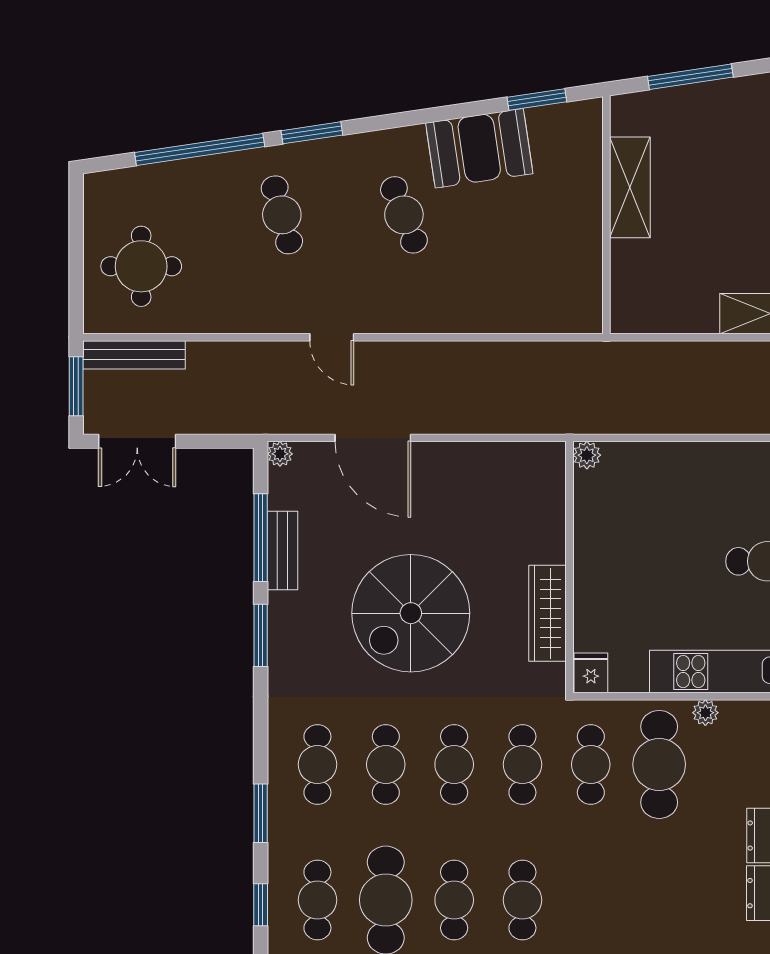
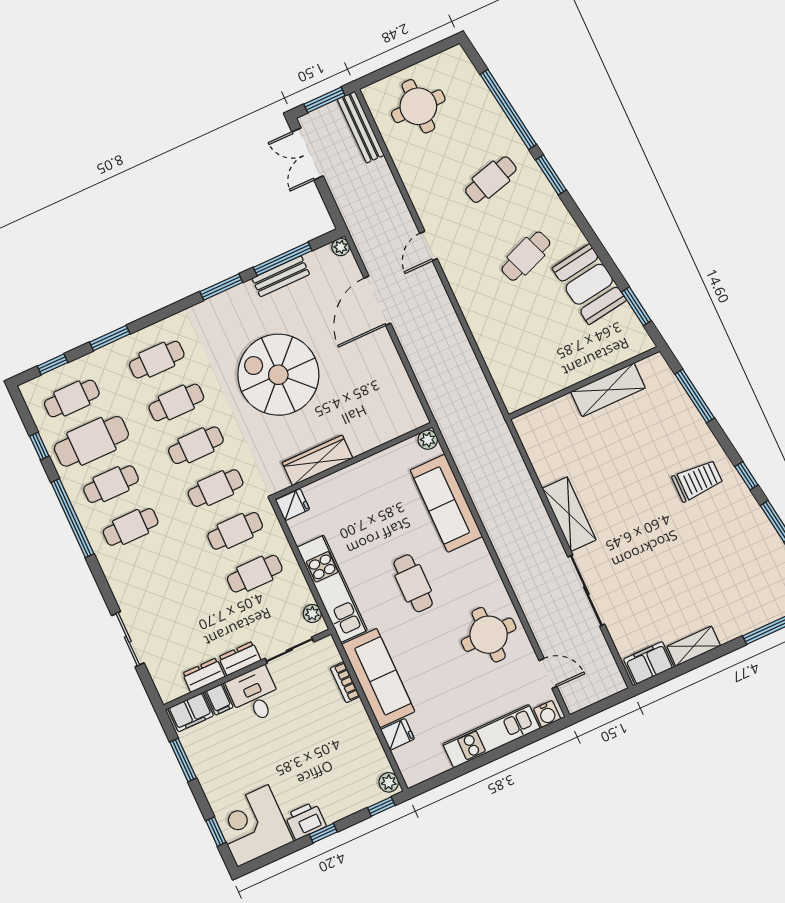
sofa: (682, 469) -> (446, 503), added
plant: (705, 713) -> (312, 614), moved
cafe table: (659, 764) -> (255, 574), width x0.73, depth x0.74

